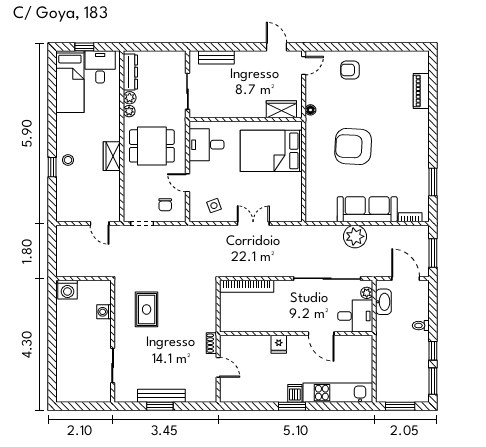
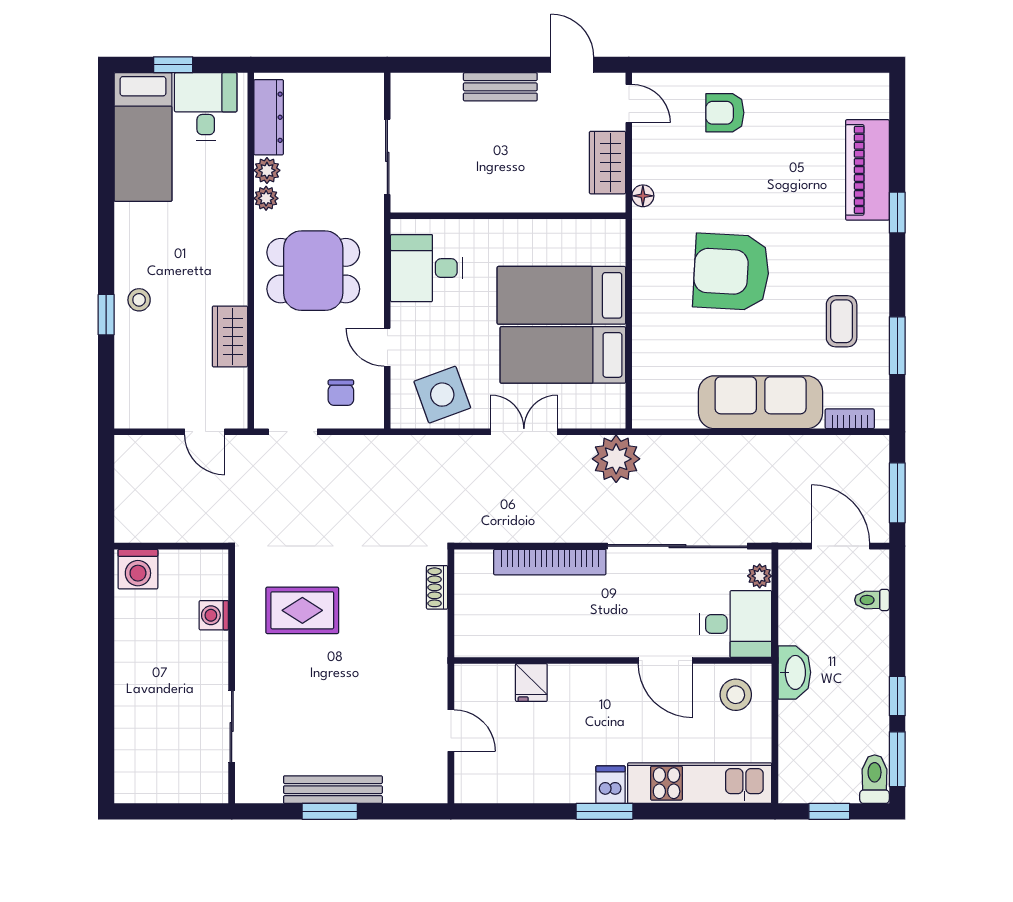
bench: (216, 57) -> (500, 87), moved
door: (304, 66) -> (629, 104), hinge flipped
piano: (421, 91) -> (867, 170), width x1.37, depth x1.33
wardrobe: (281, 109) -> (607, 163), moved, turned -90
window: (433, 118) -> (897, 213), added
bed: (271, 151) -> (561, 295), width x0.67
wardrobe: (112, 156) -> (230, 336), moved
coffee table: (406, 170) -> (842, 321), added
bed: (272, 187) -> (563, 355), added
side table: (214, 206) -> (442, 395), width x1.87, depth x1.87
plant: (355, 236) -> (616, 459), moved
bookcase: (247, 286) -> (550, 562), moved
washbasin: (383, 302) -> (794, 672), moved
rug: (147, 309) -> (302, 610), turned 90
toilet: (421, 326) -> (872, 600), moved
shoe rack: (211, 343) -> (437, 587), moved
fridge: (279, 344) -> (531, 683), moved
stool: (355, 350) -> (736, 695), added
toilet: (422, 391) -> (875, 779), added
window: (400, 406) -> (829, 811), width x0.67

